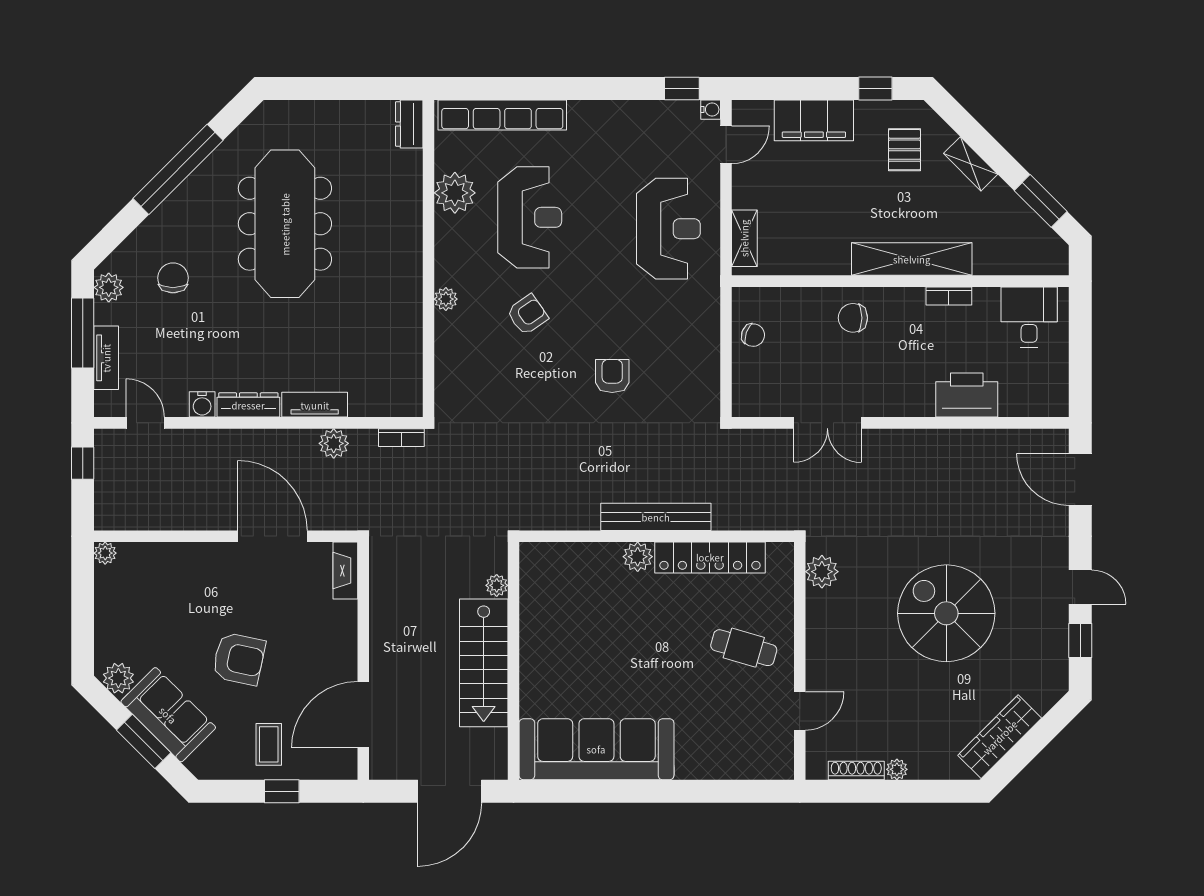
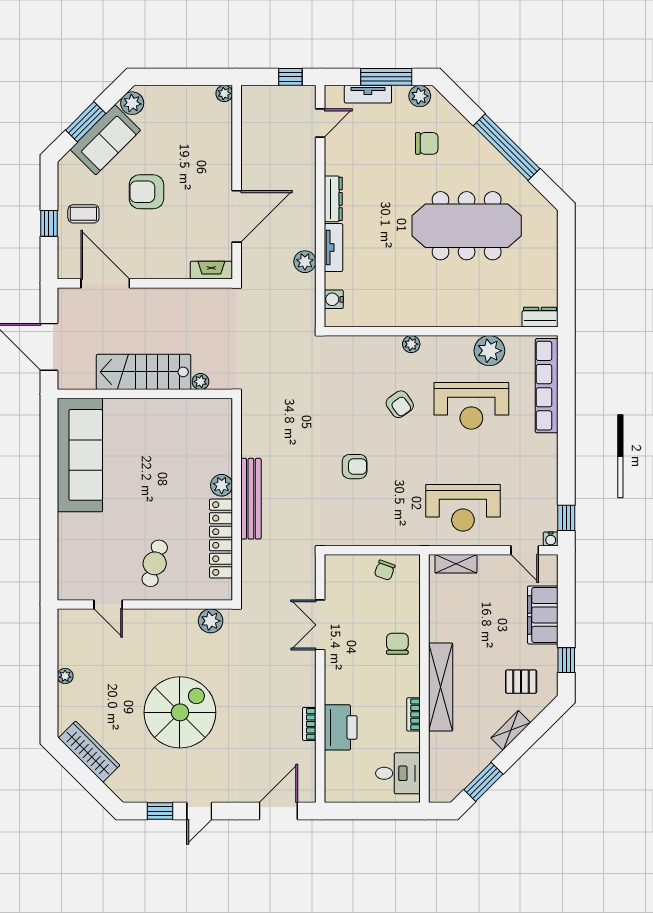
water cooler: (202, 404) -> (334, 299), moved
bookcase: (401, 438) -> (309, 724), moved
armchair: (239, 659) -> (146, 192), turned 78
shoe rack: (856, 771) -> (64, 646), removed

